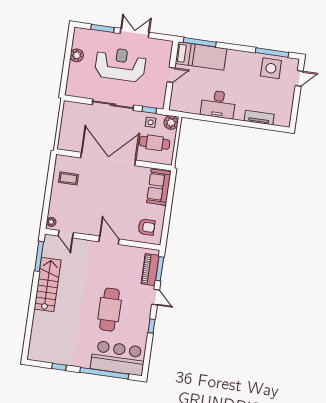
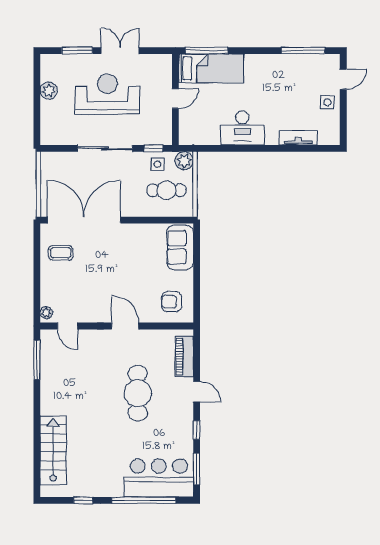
side table: (271, 68) -> (327, 102), moved, width x0.54, depth x0.54
double door: (108, 159) -> (84, 220), moved
armchair: (146, 227) -> (172, 302), turned 180
window: (160, 269) -> (197, 469), moved
stairs: (48, 284) -> (53, 450), moved
cafe table: (110, 310) -> (138, 393), moved

